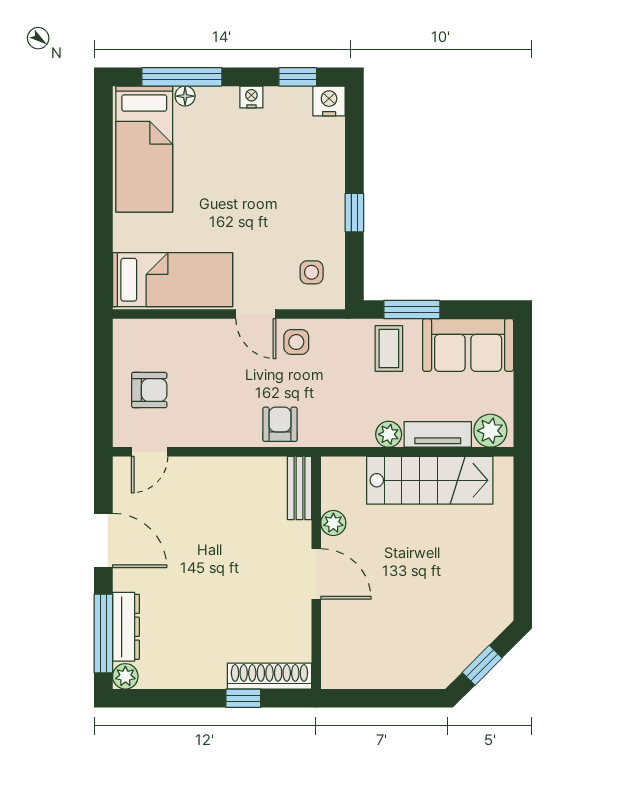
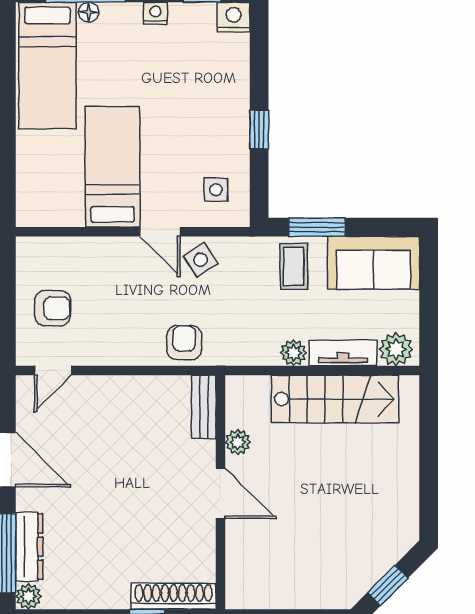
bed: (173, 280) -> (113, 167), moved, turned -90
side table: (296, 342) -> (201, 260), turned -33

